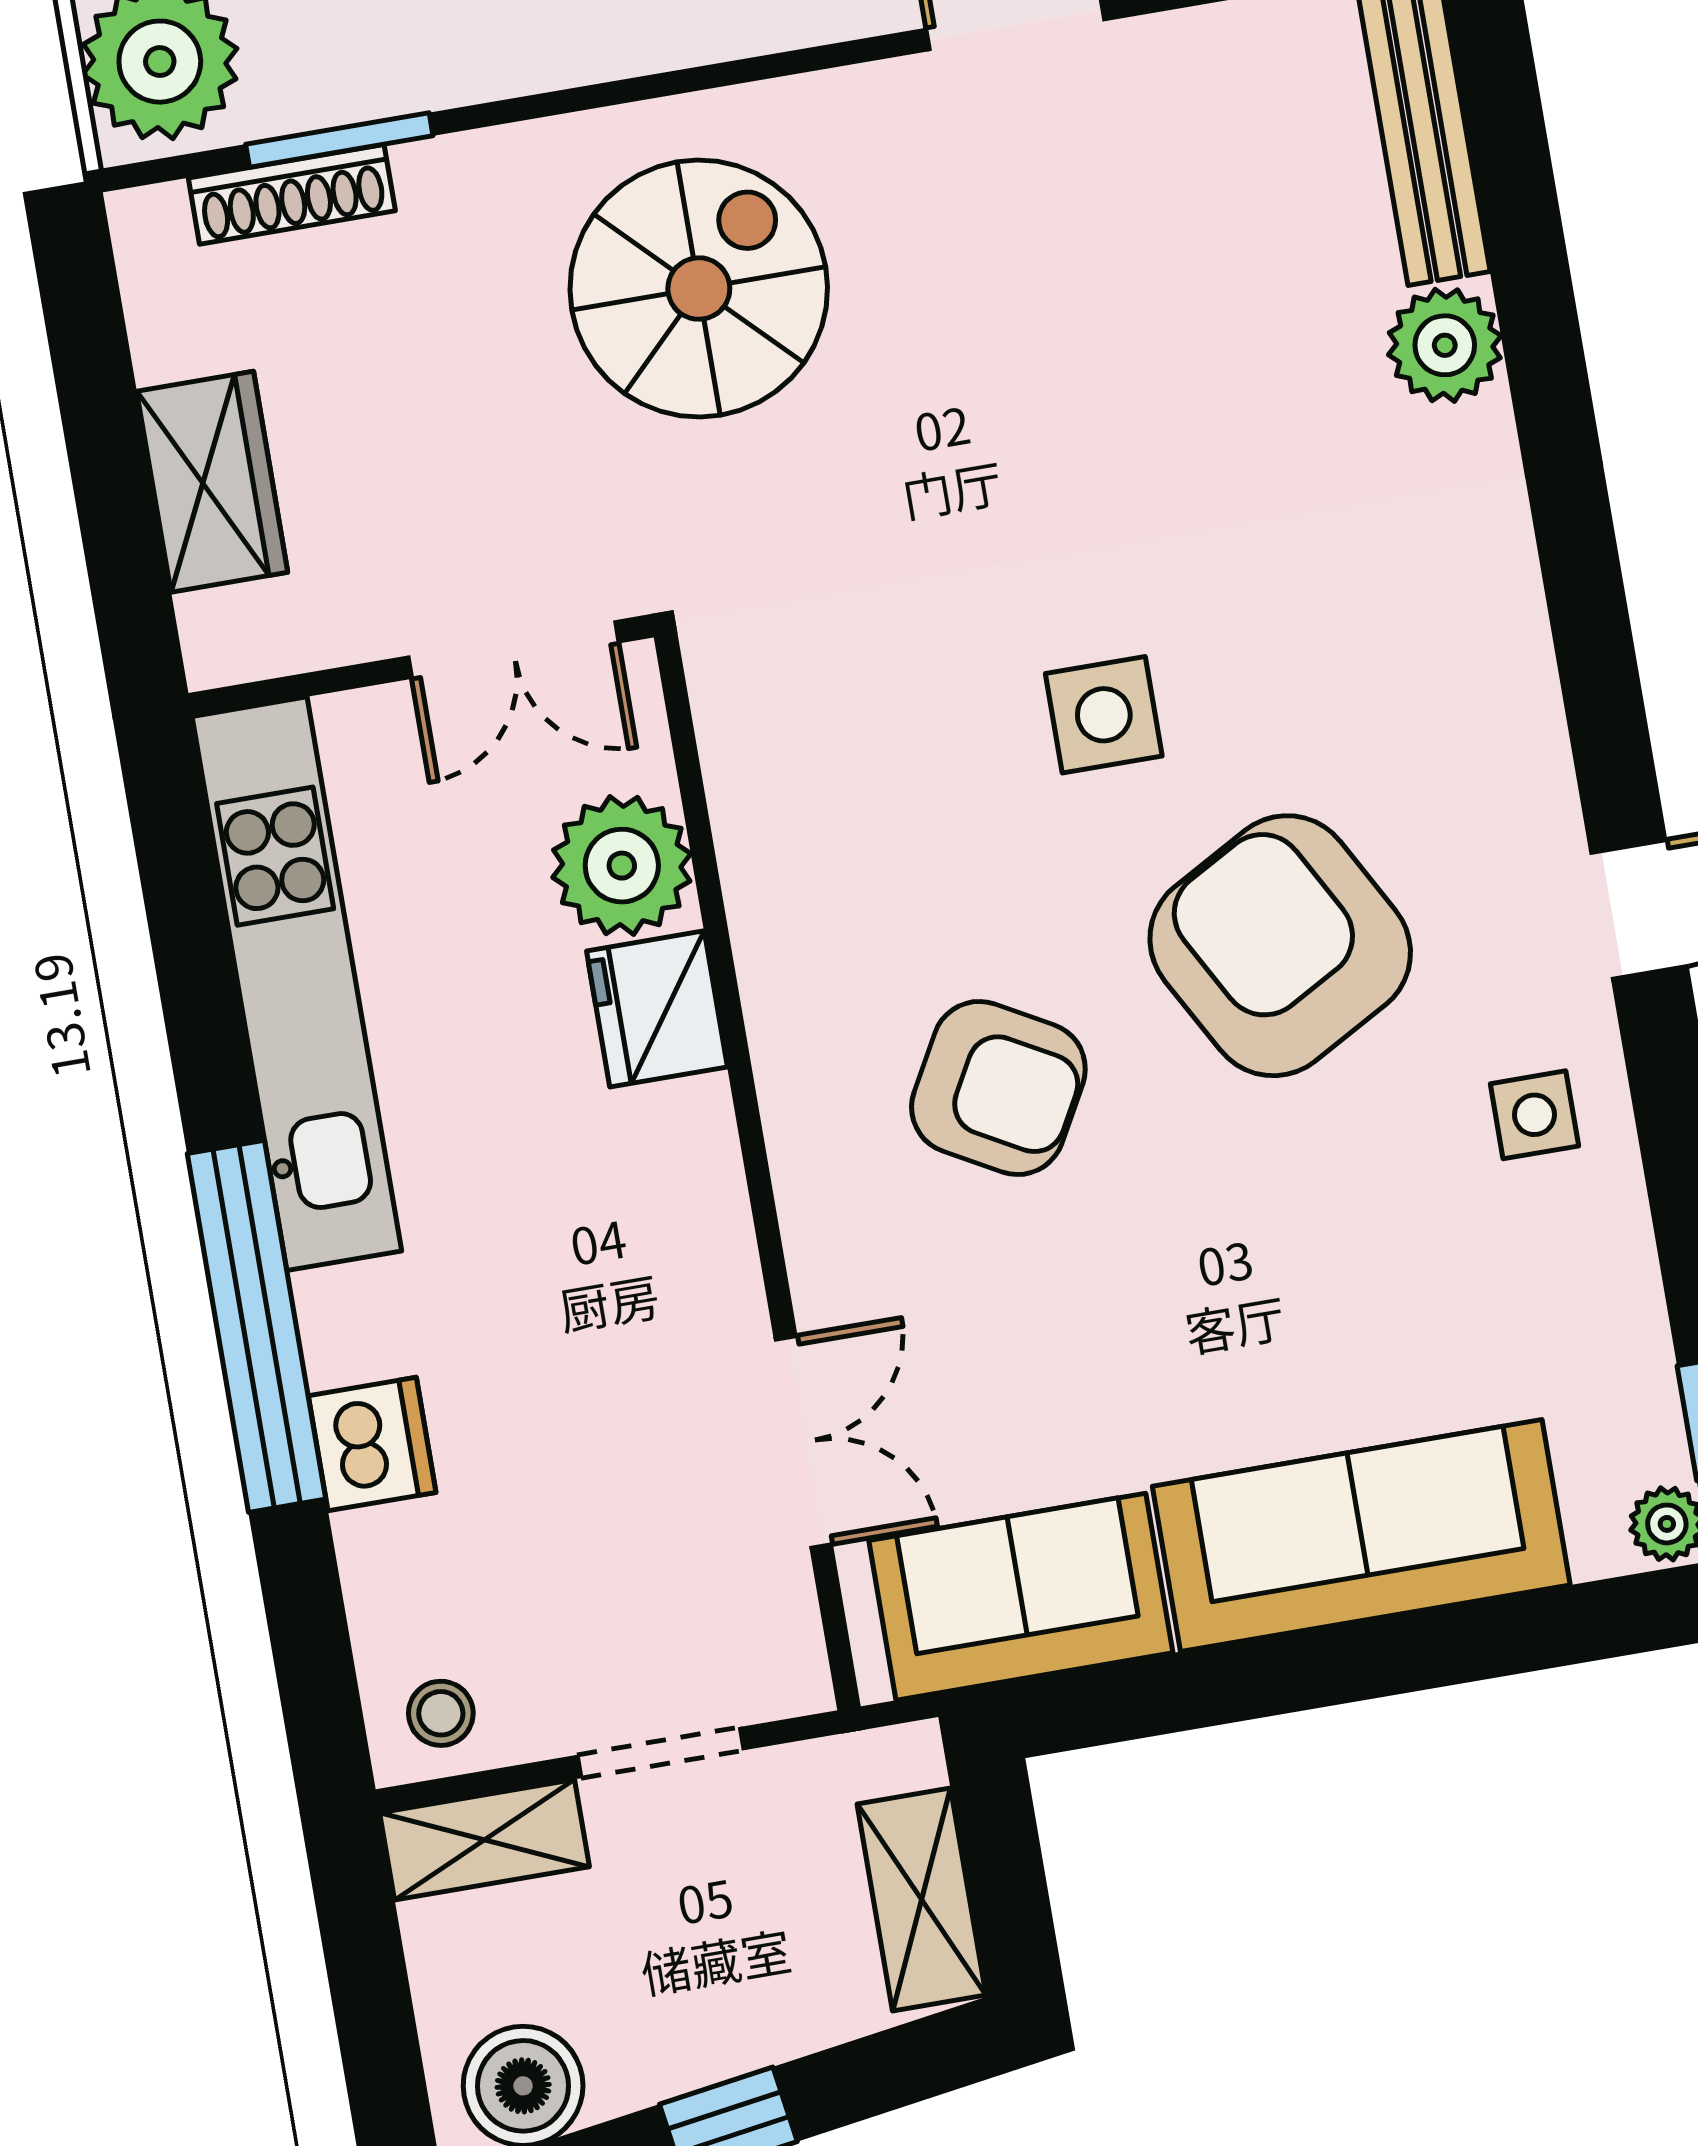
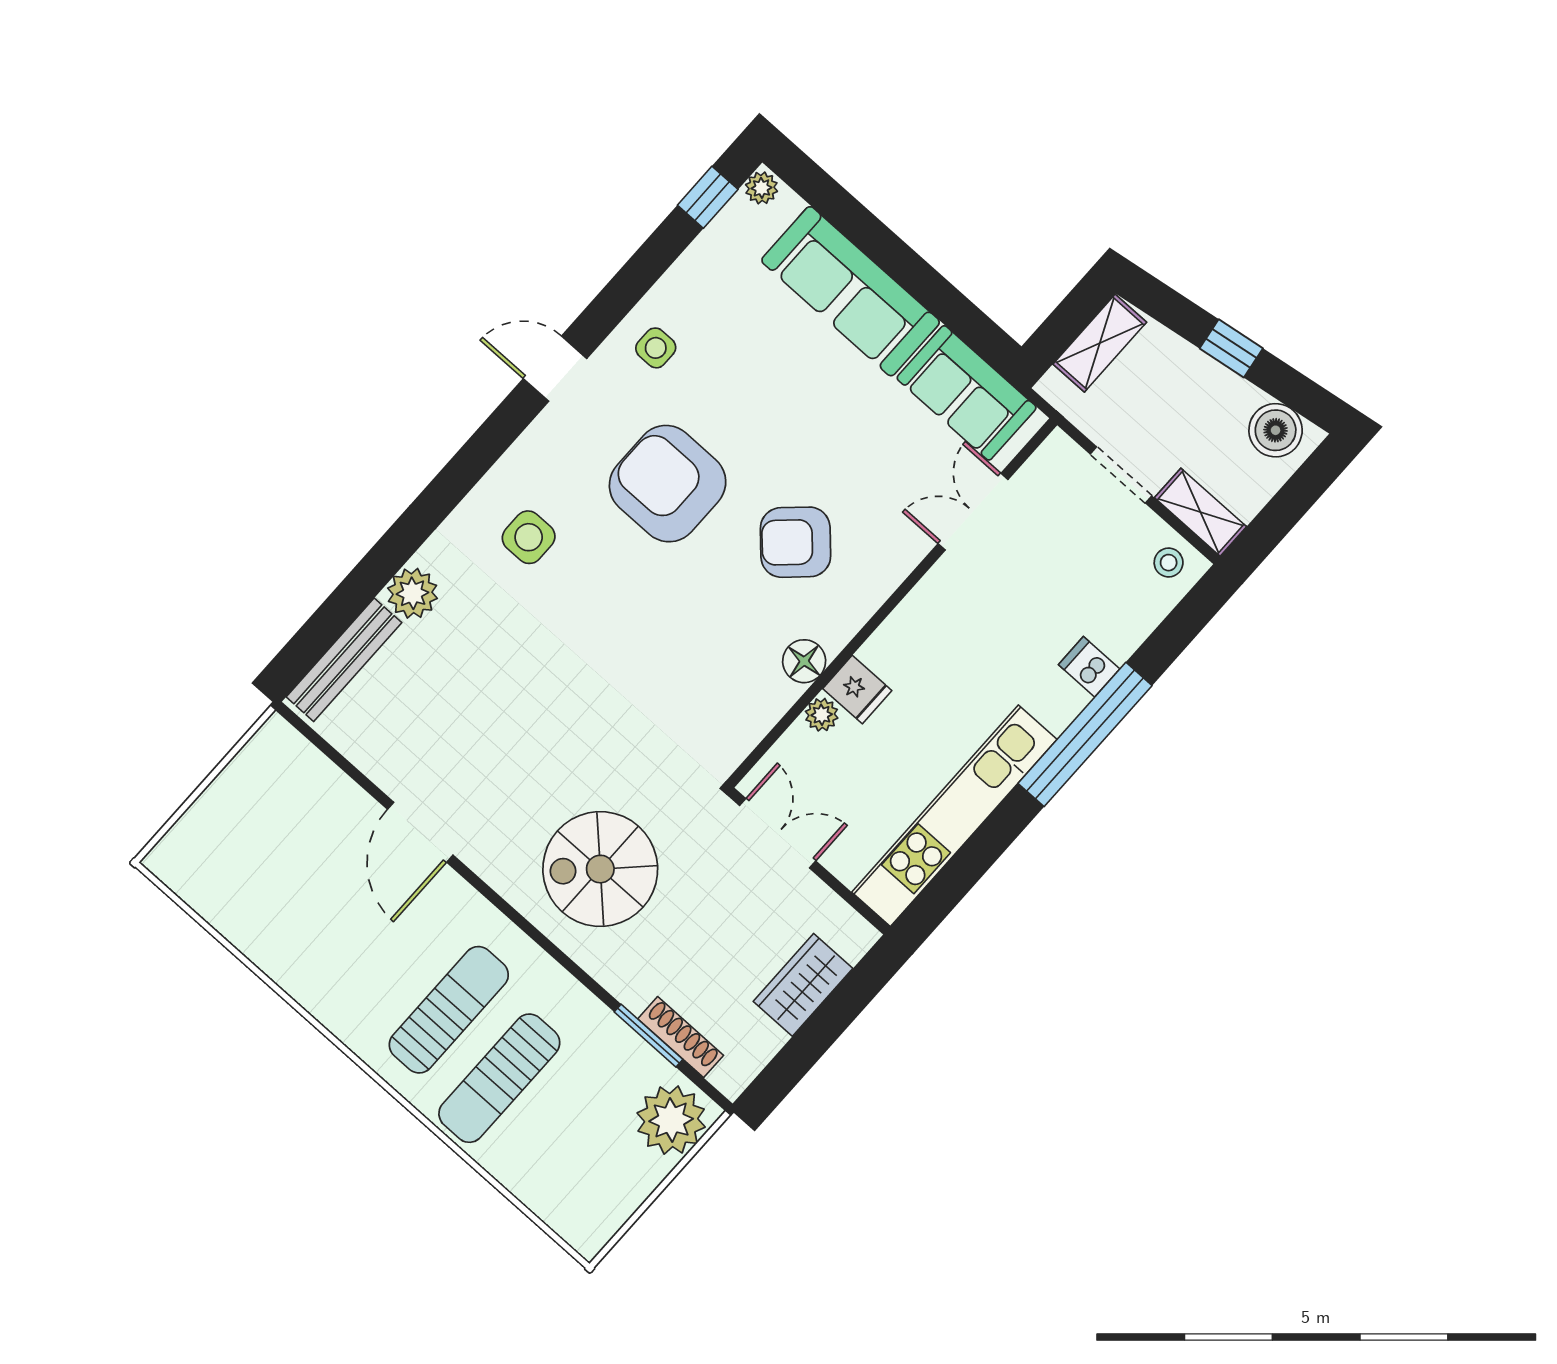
side table: (1104, 715) -> (529, 537), moved
plant: (622, 866) -> (822, 715), width x0.53, depth x0.53
floor lamp: (778, 937) -> (804, 661), added
armchair: (1280, 946) -> (668, 484), turned 119
fridge: (657, 1009) -> (857, 690), width x0.72
armchair: (998, 1088) -> (796, 542), turned -72
dishwasher: (372, 1444) -> (1089, 667), width x0.73

